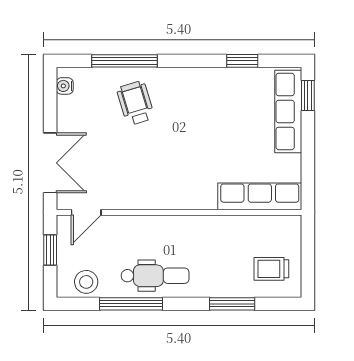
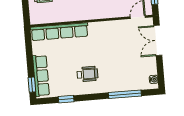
wheelchair: (135, 103) -> (87, 74), moved, turned -73
row of seats: (260, 196) -> (59, 32), width x1.36

